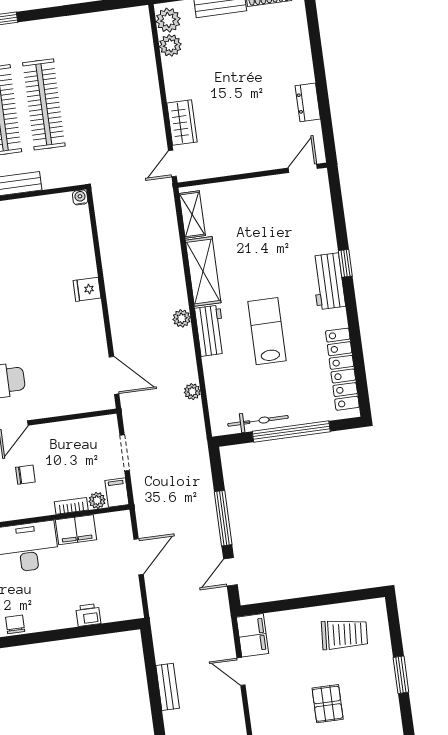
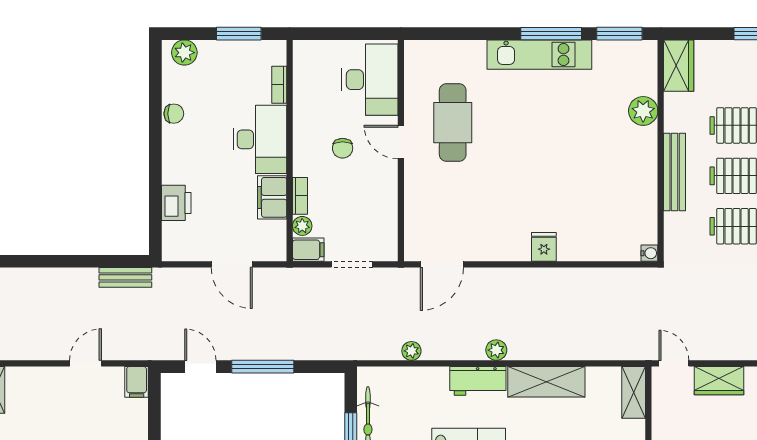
shelving: (192, 214) -> (634, 392), moved, turned 90
printer: (88, 615) -> (176, 203), width x1.36, depth x1.24
filing cabinet: (252, 635) -> (137, 382), width x0.50
bench: (168, 687) -> (125, 277), moved

